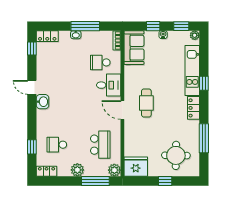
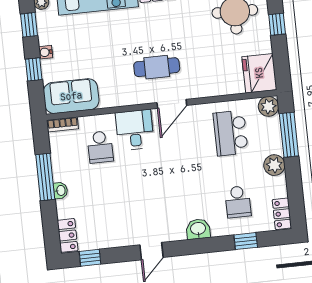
washbasin: (43, 102) -> (198, 229), moved
school desk: (100, 145) -> (231, 133), turned -90

